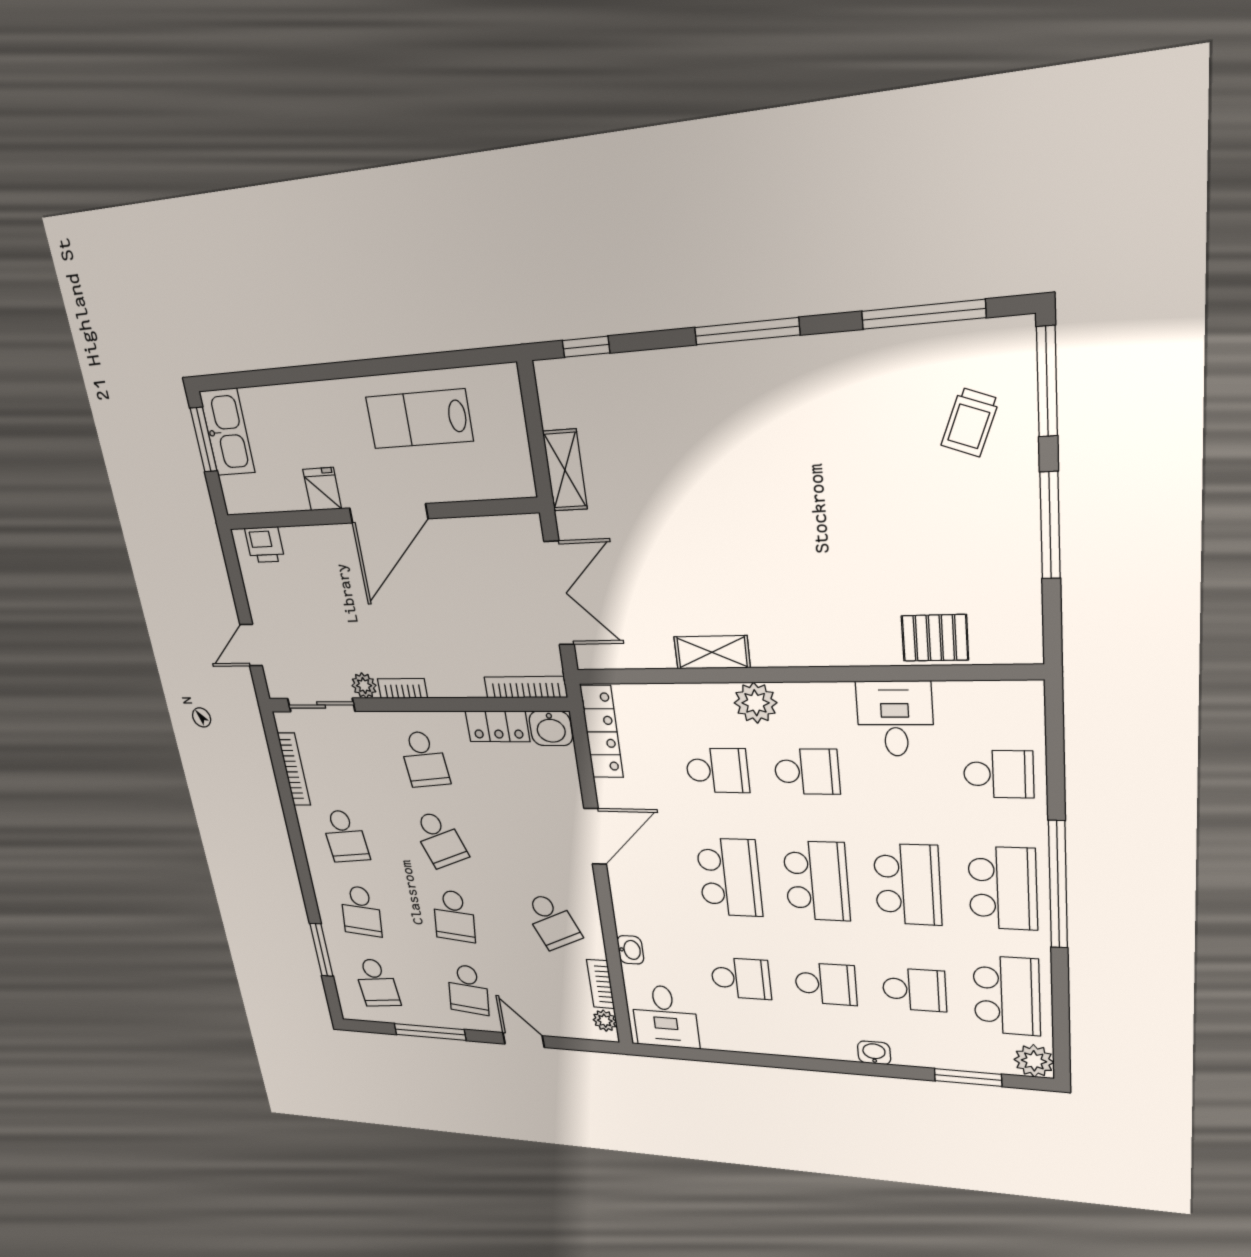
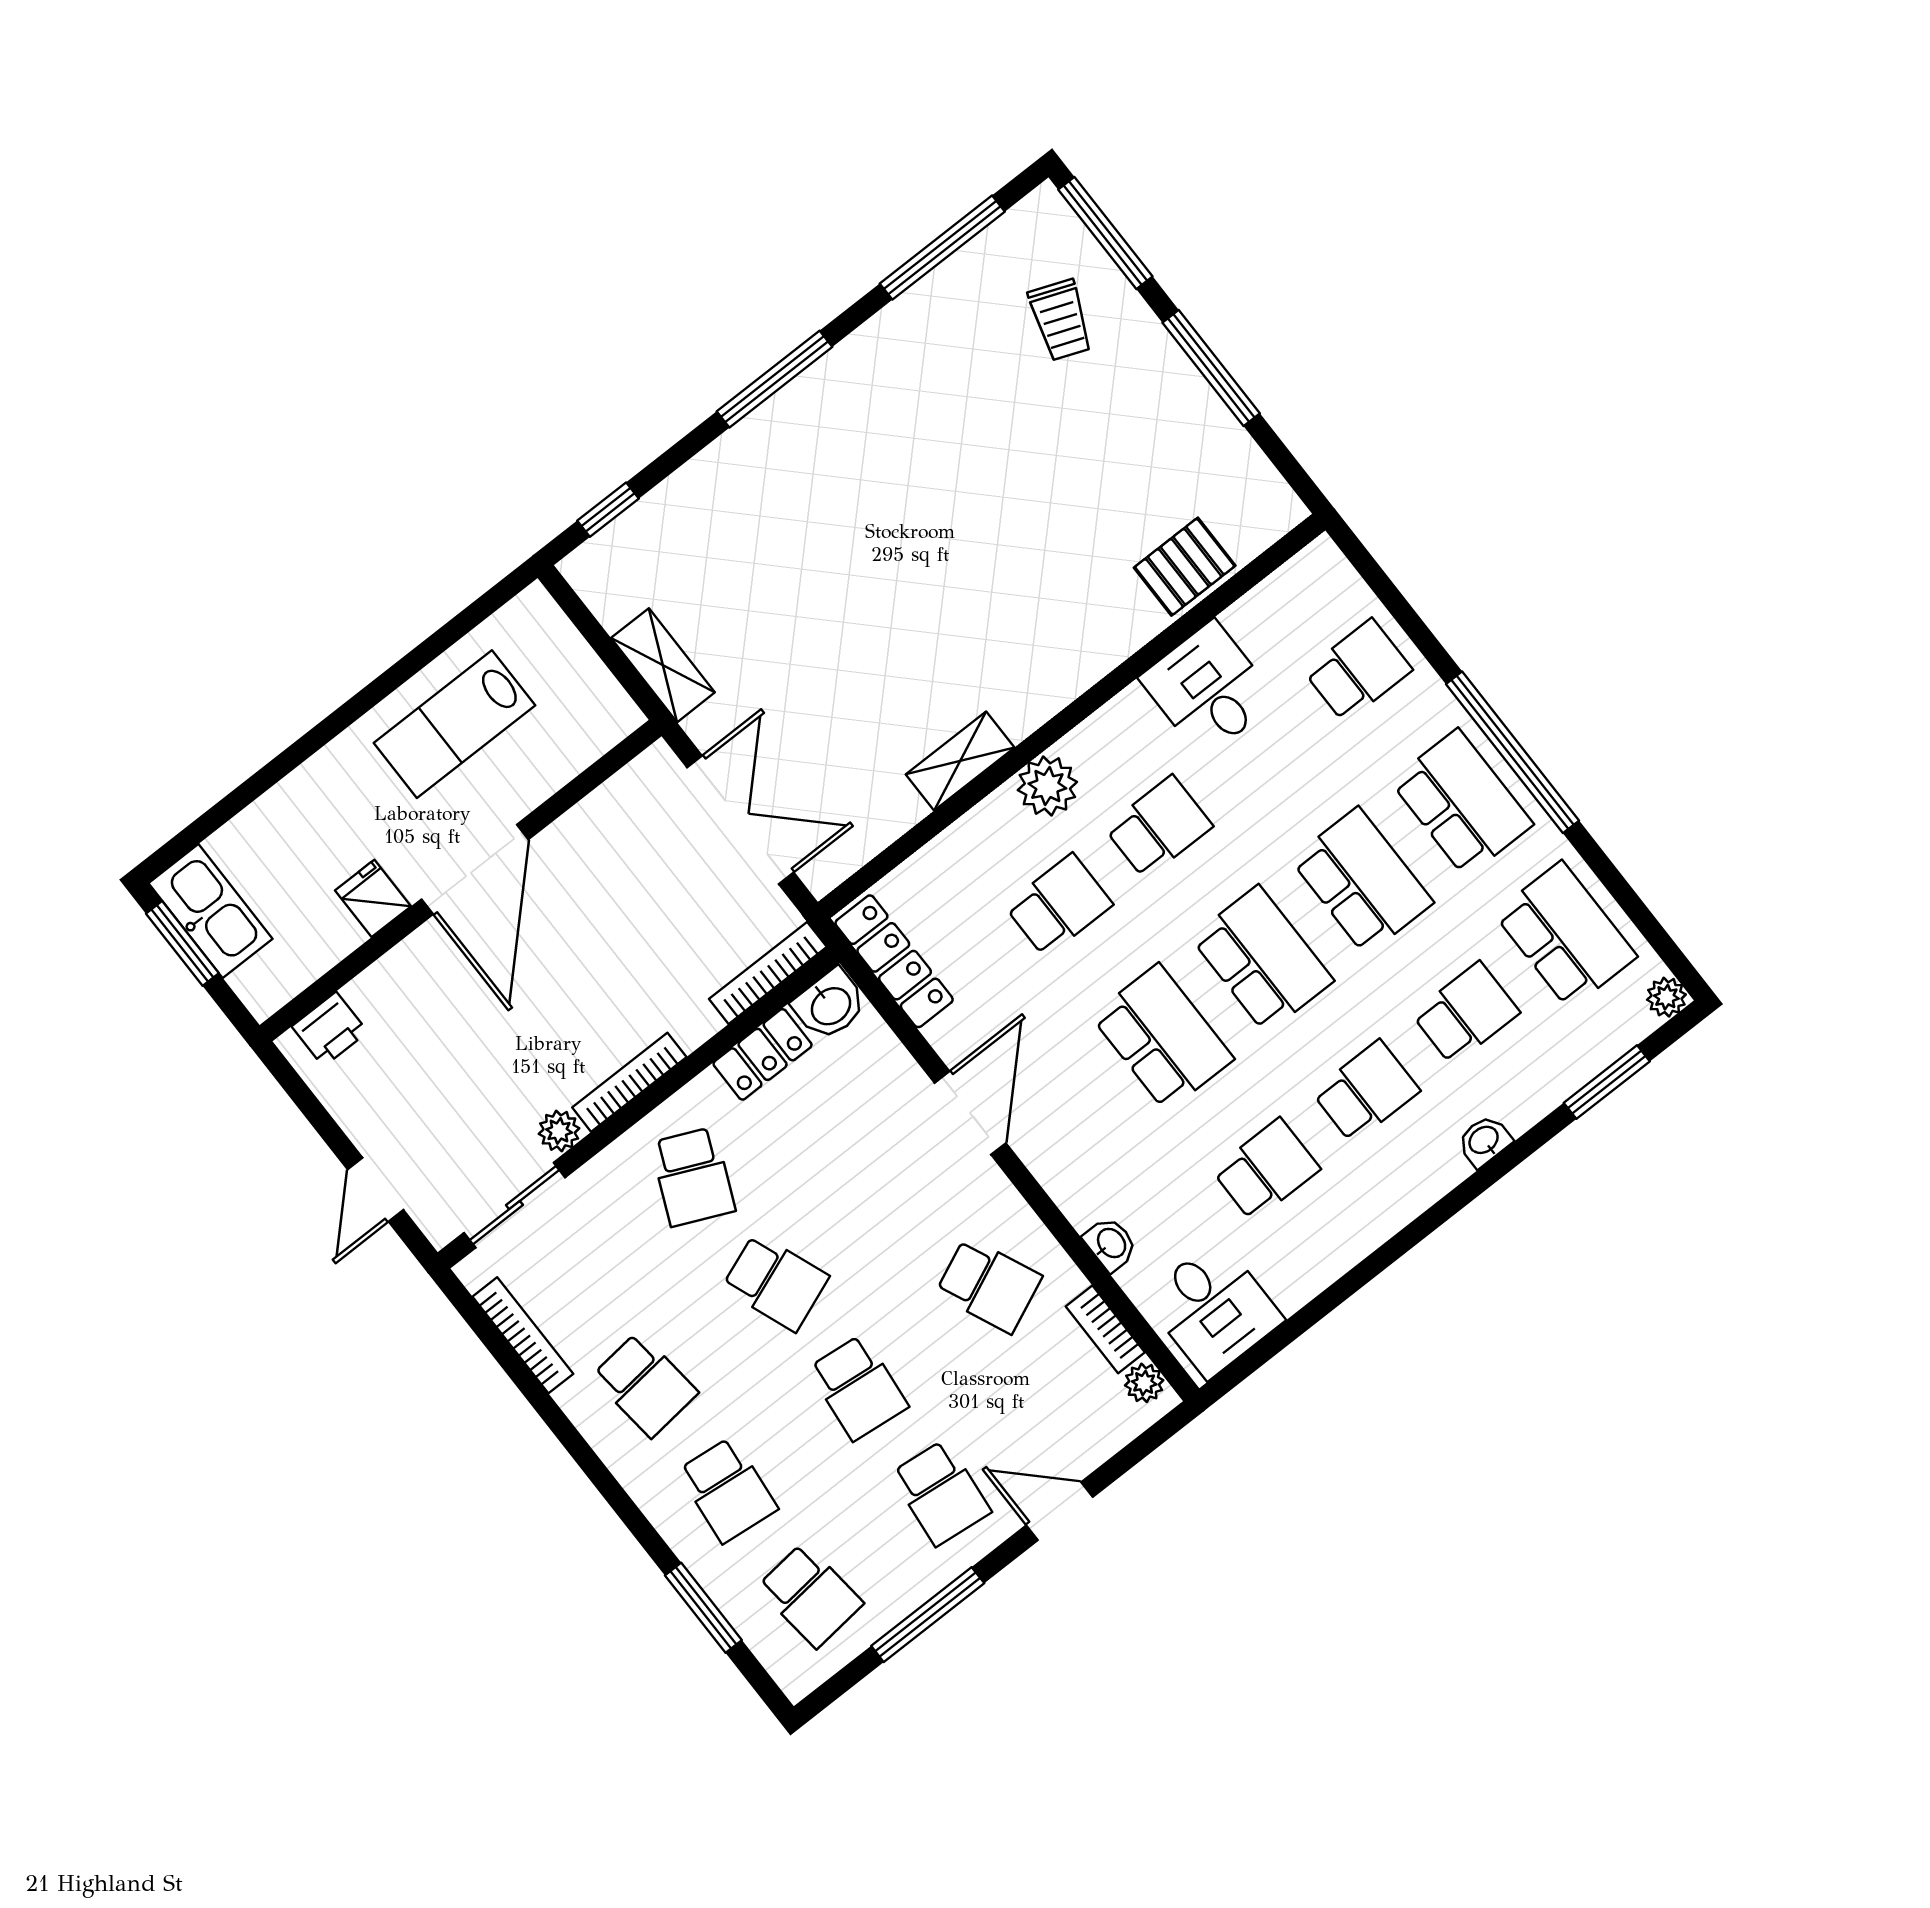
bookcase: (402, 688) -> (629, 1082), width x1.56
school desk: (424, 759) -> (693, 1177), turned 30
plant: (1034, 1061) -> (1666, 997), width x0.73, depth x0.73

